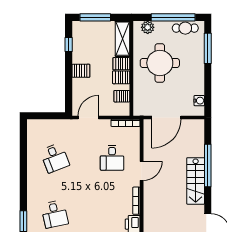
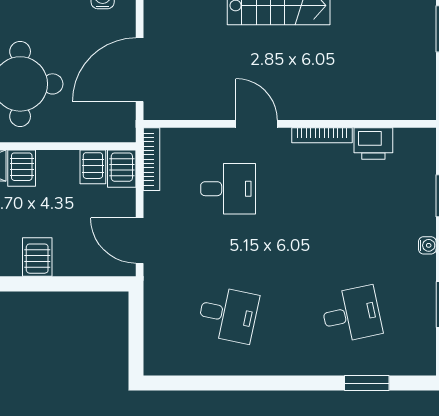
server rack: (121, 77) -> (122, 169), moved
door: (166, 118) -> (140, 70), swing flipped
desk: (55, 158) -> (228, 314), turned 33

